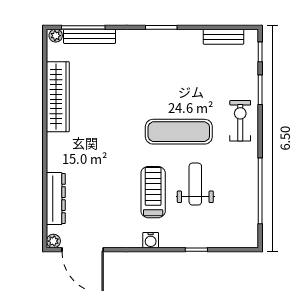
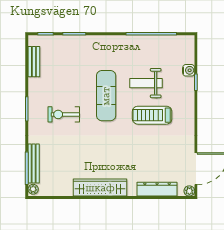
wardrobe: (58, 97) -> (100, 188), moved
exercise bike: (240, 121) -> (64, 114), moved
water cooler: (151, 240) -> (189, 70), moved

